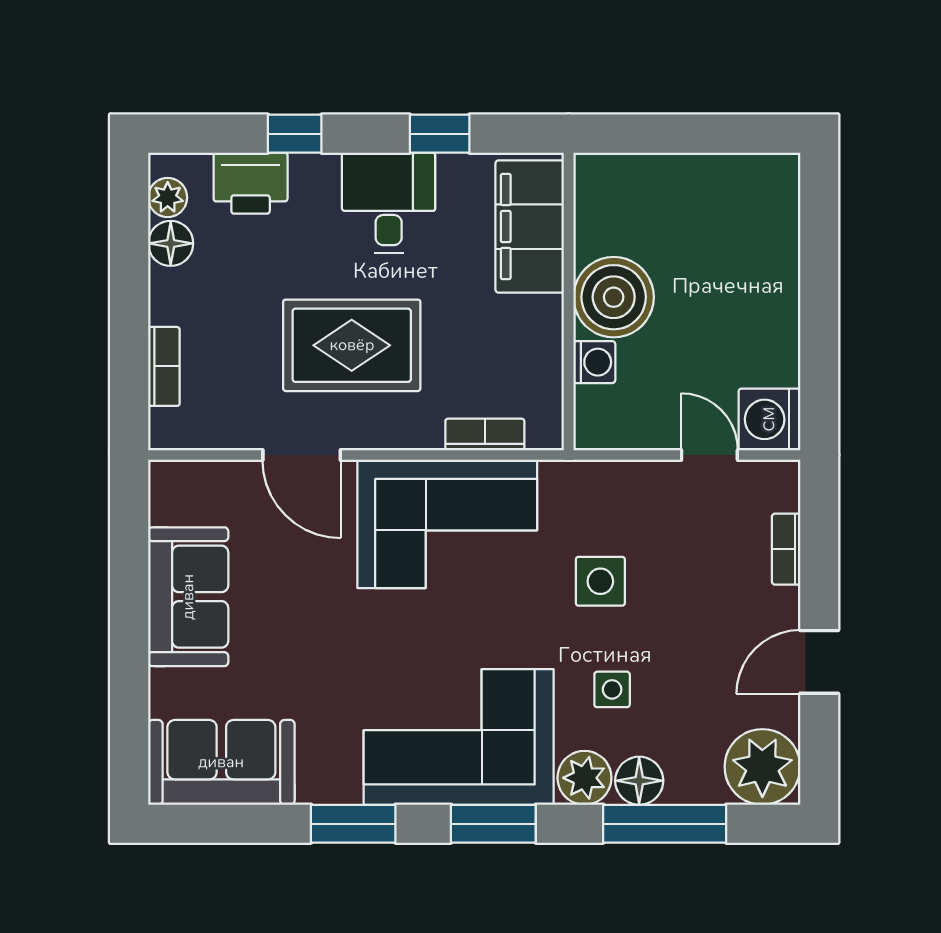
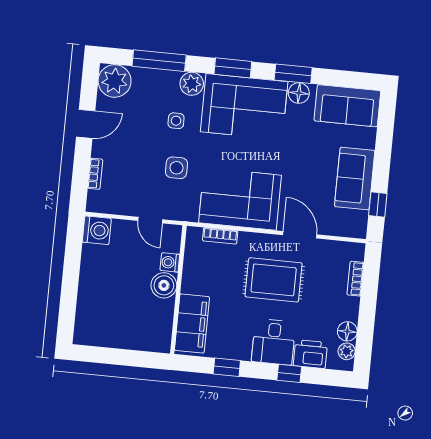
desk: (389, 203) -> (274, 342), moved
boiler: (614, 297) -> (164, 285), width x0.73, depth x0.73
door: (709, 455) -> (150, 220), moved
window: (129, 542) -> (378, 204), added
floor lamp: (639, 781) -> (299, 93), moved

